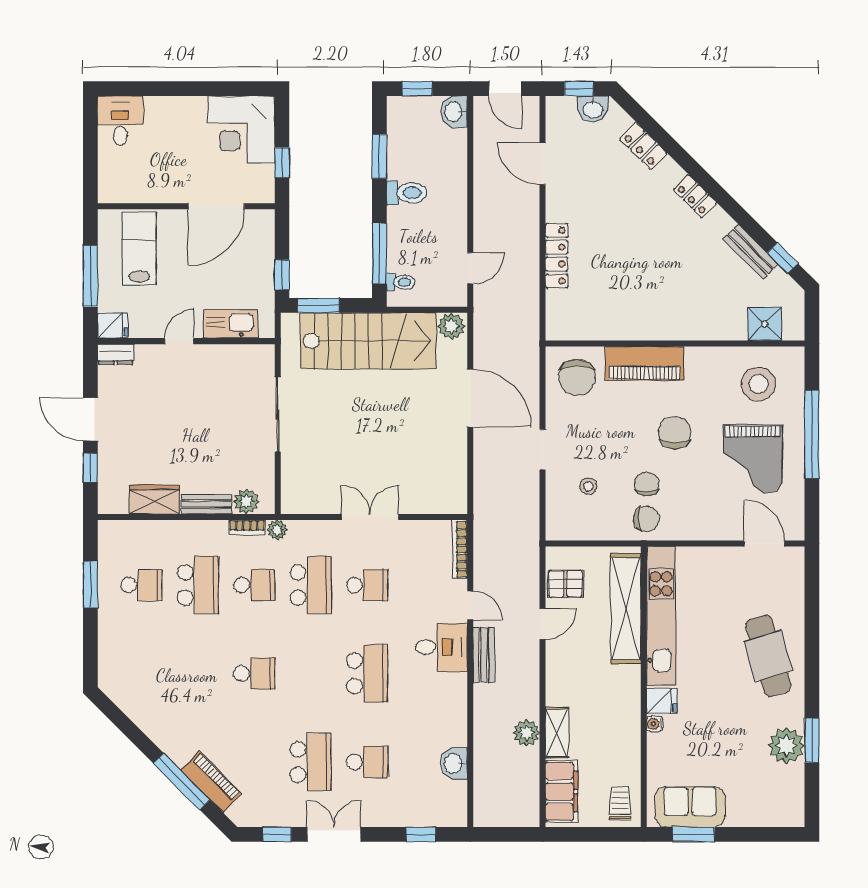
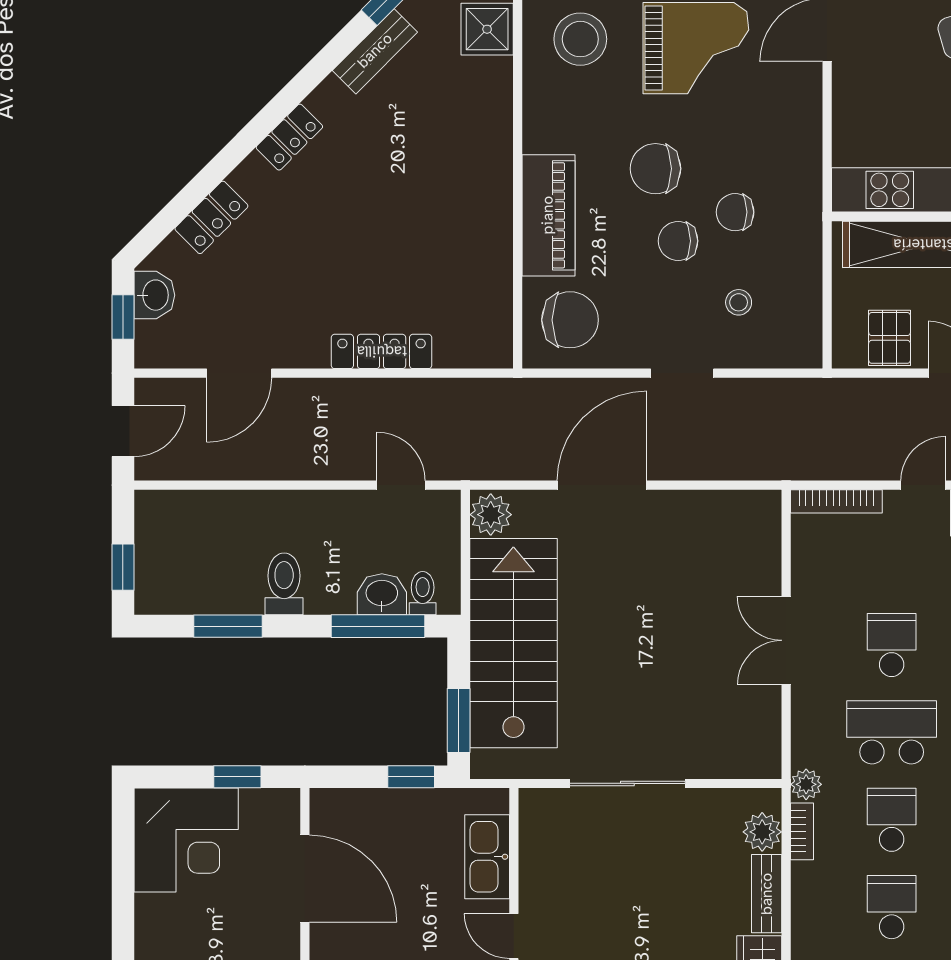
washbasin: (454, 112) -> (382, 594), moved, turned 180
chair: (646, 519) -> (678, 241), moved, turned -90
school desk: (198, 585) -> (892, 907), width x0.54

